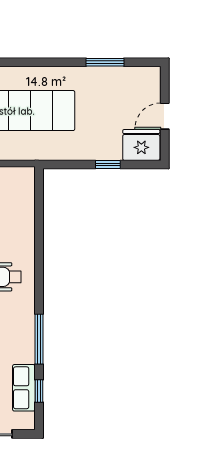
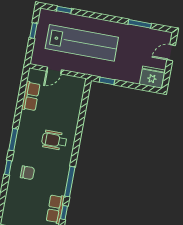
door: (165, 116) -> (171, 53), moved
window: (108, 165) -> (107, 81), moved

